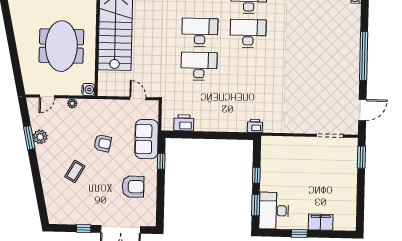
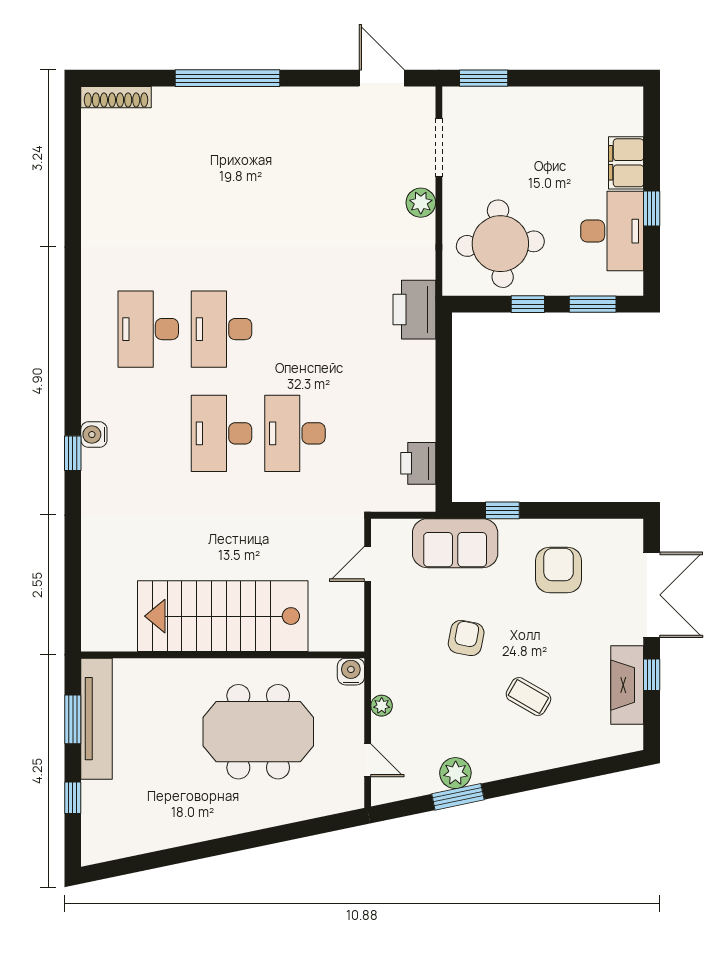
window: (364, 56) -> (227, 78), moved
printer: (255, 126) -> (414, 310), width x1.87, depth x1.48
plant: (304, 127) -> (421, 203), added
round table: (285, 163) -> (500, 244), added
desk: (274, 211) -> (612, 231), moved, turned -90
fireplace: (79, 217) -> (627, 685), added

